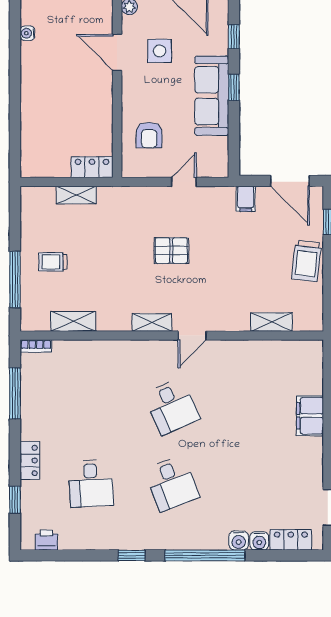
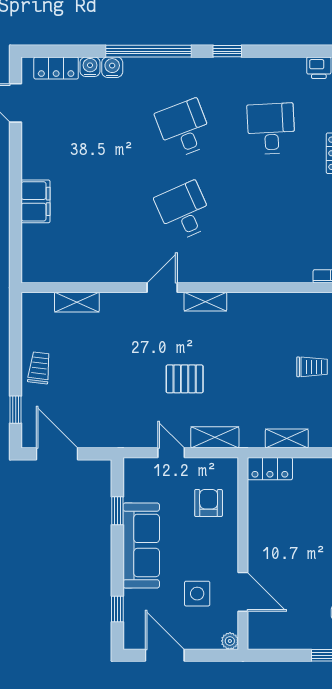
window: (234, 87) -> (117, 511), moved
door: (184, 182) -> (171, 453), swing flipped
filing cabinet: (246, 199) -> (105, 435), removed
trolley: (307, 261) -> (39, 368), width x0.73, depth x0.72
shelving: (73, 321) -> (215, 437), moved

